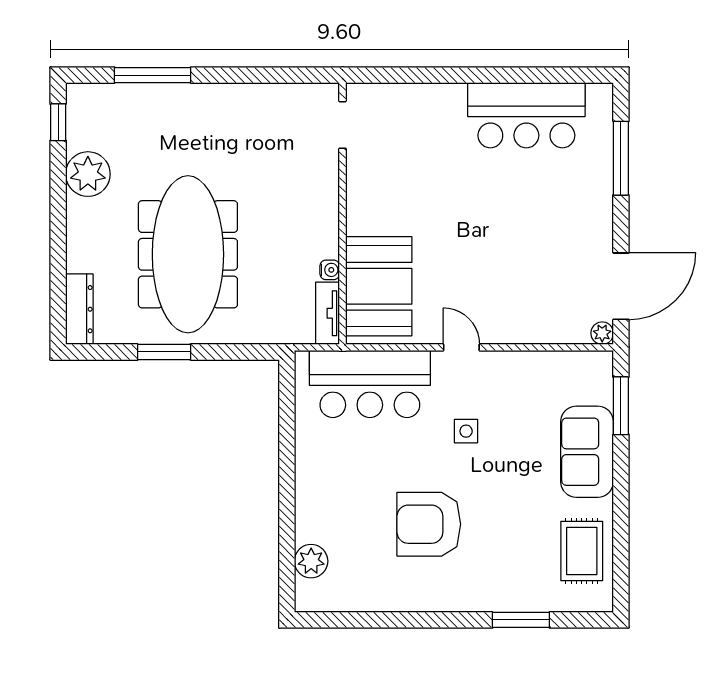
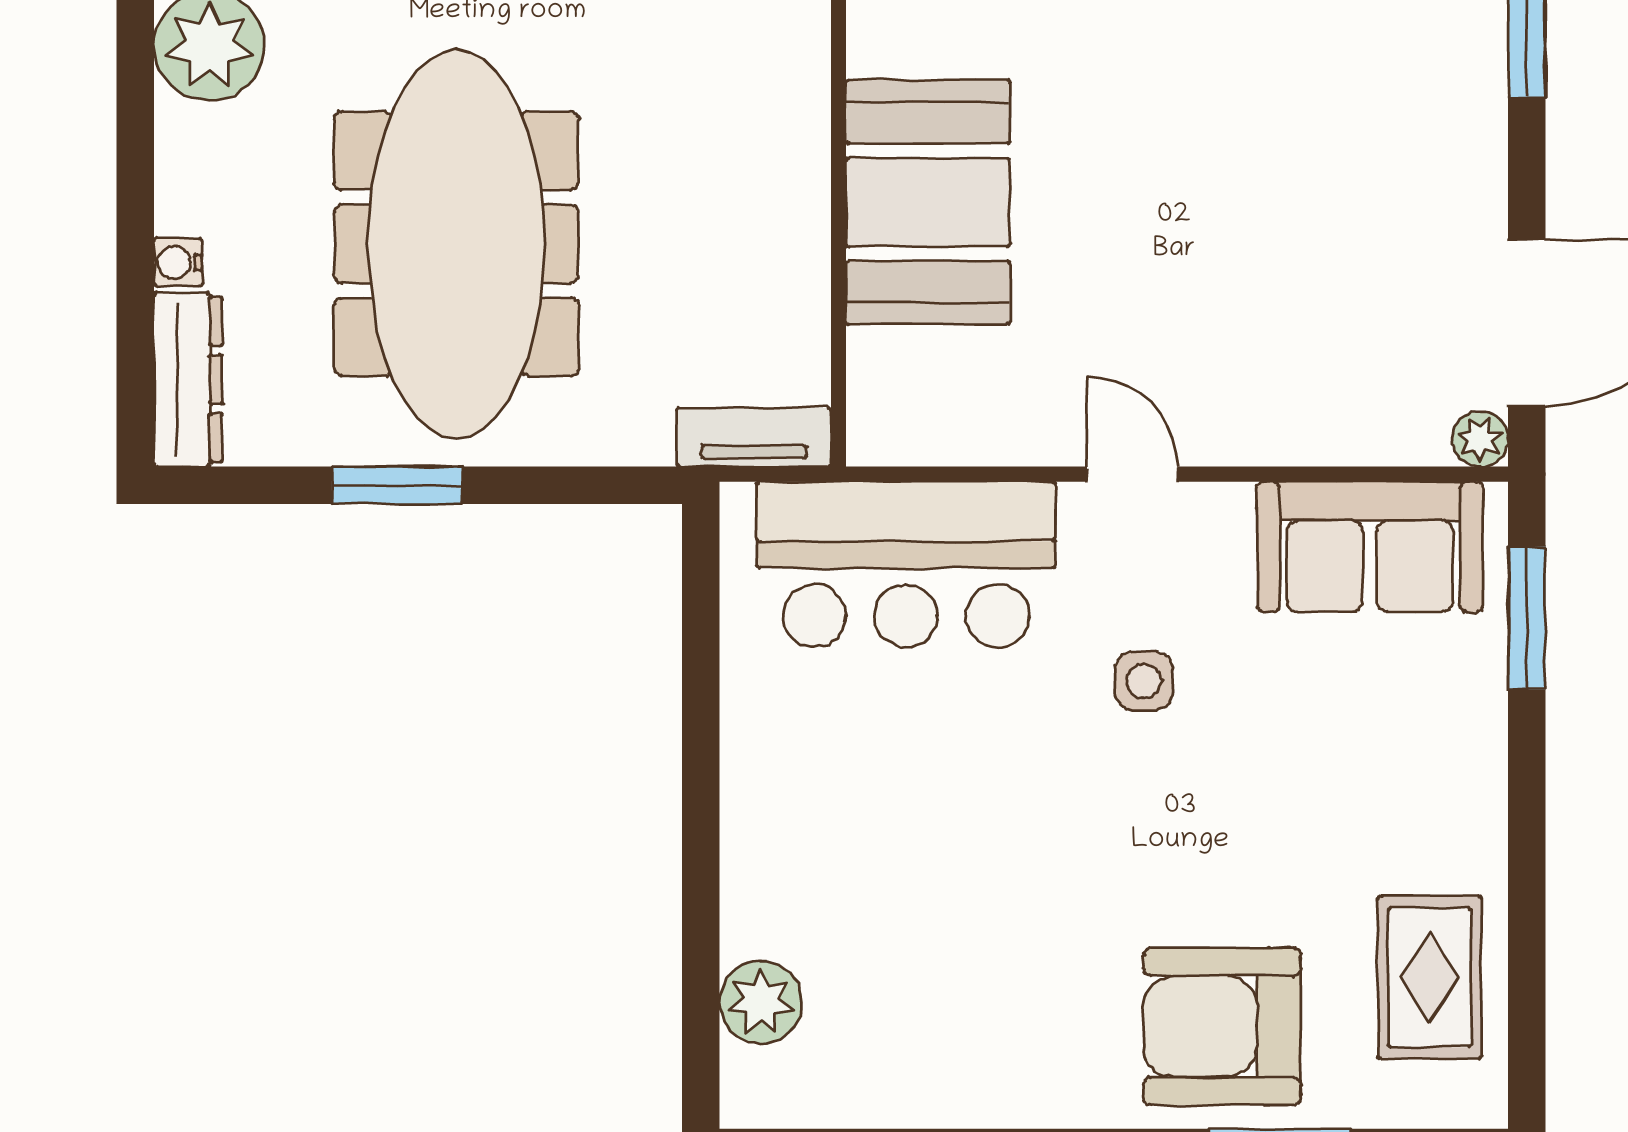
water cooler: (330, 270) -> (178, 262), moved, turned 180
booth: (379, 286) -> (928, 202), moved
tv unit: (328, 313) -> (754, 437), moved, turned 90
sofa: (587, 452) -> (1370, 547), moved, turned -90
armchair: (429, 524) -> (1222, 1026), moved

